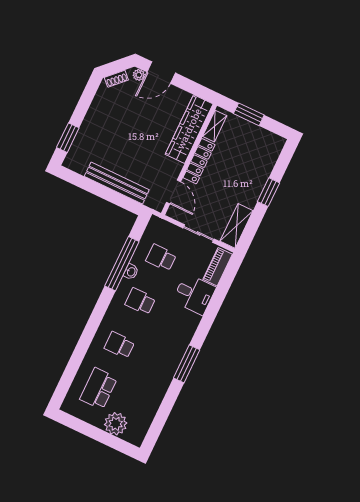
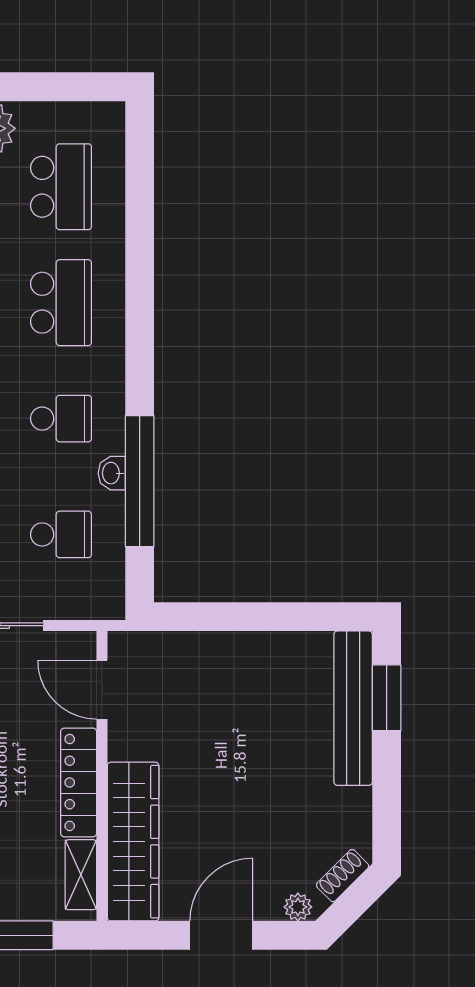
door: (161, 72) -> (221, 935), moved
bench: (117, 183) -> (353, 708), moved, turned 90
school desk: (119, 345) -> (61, 303), width x1.85

